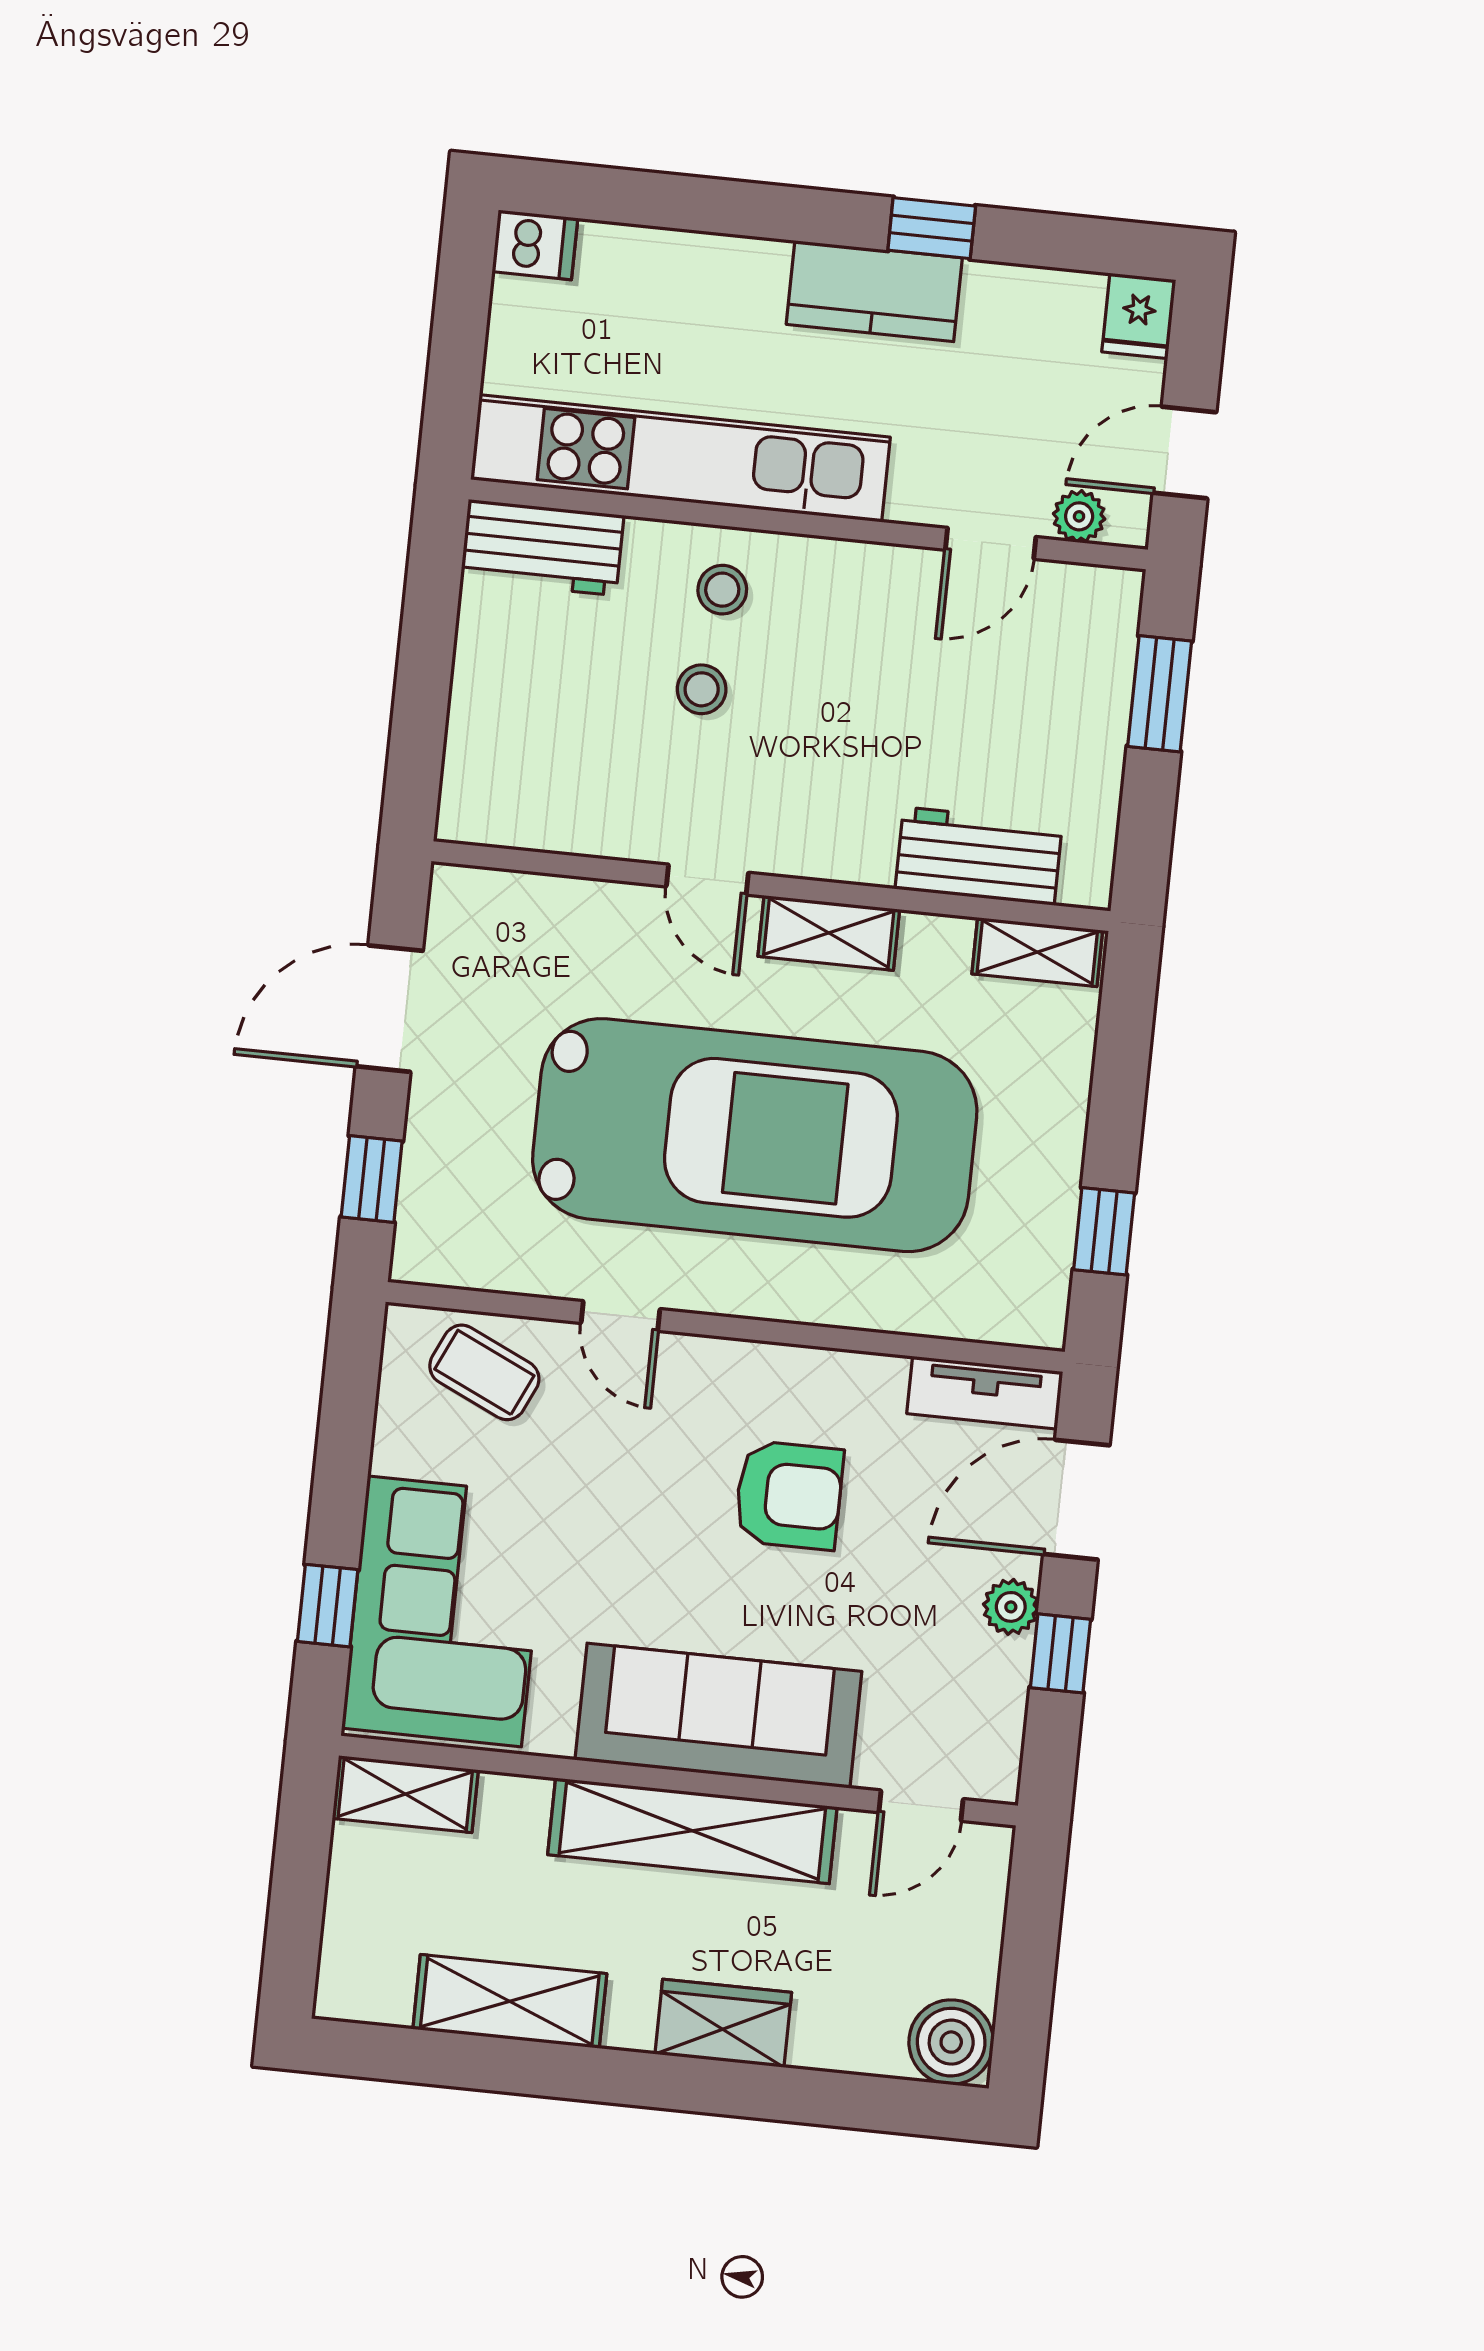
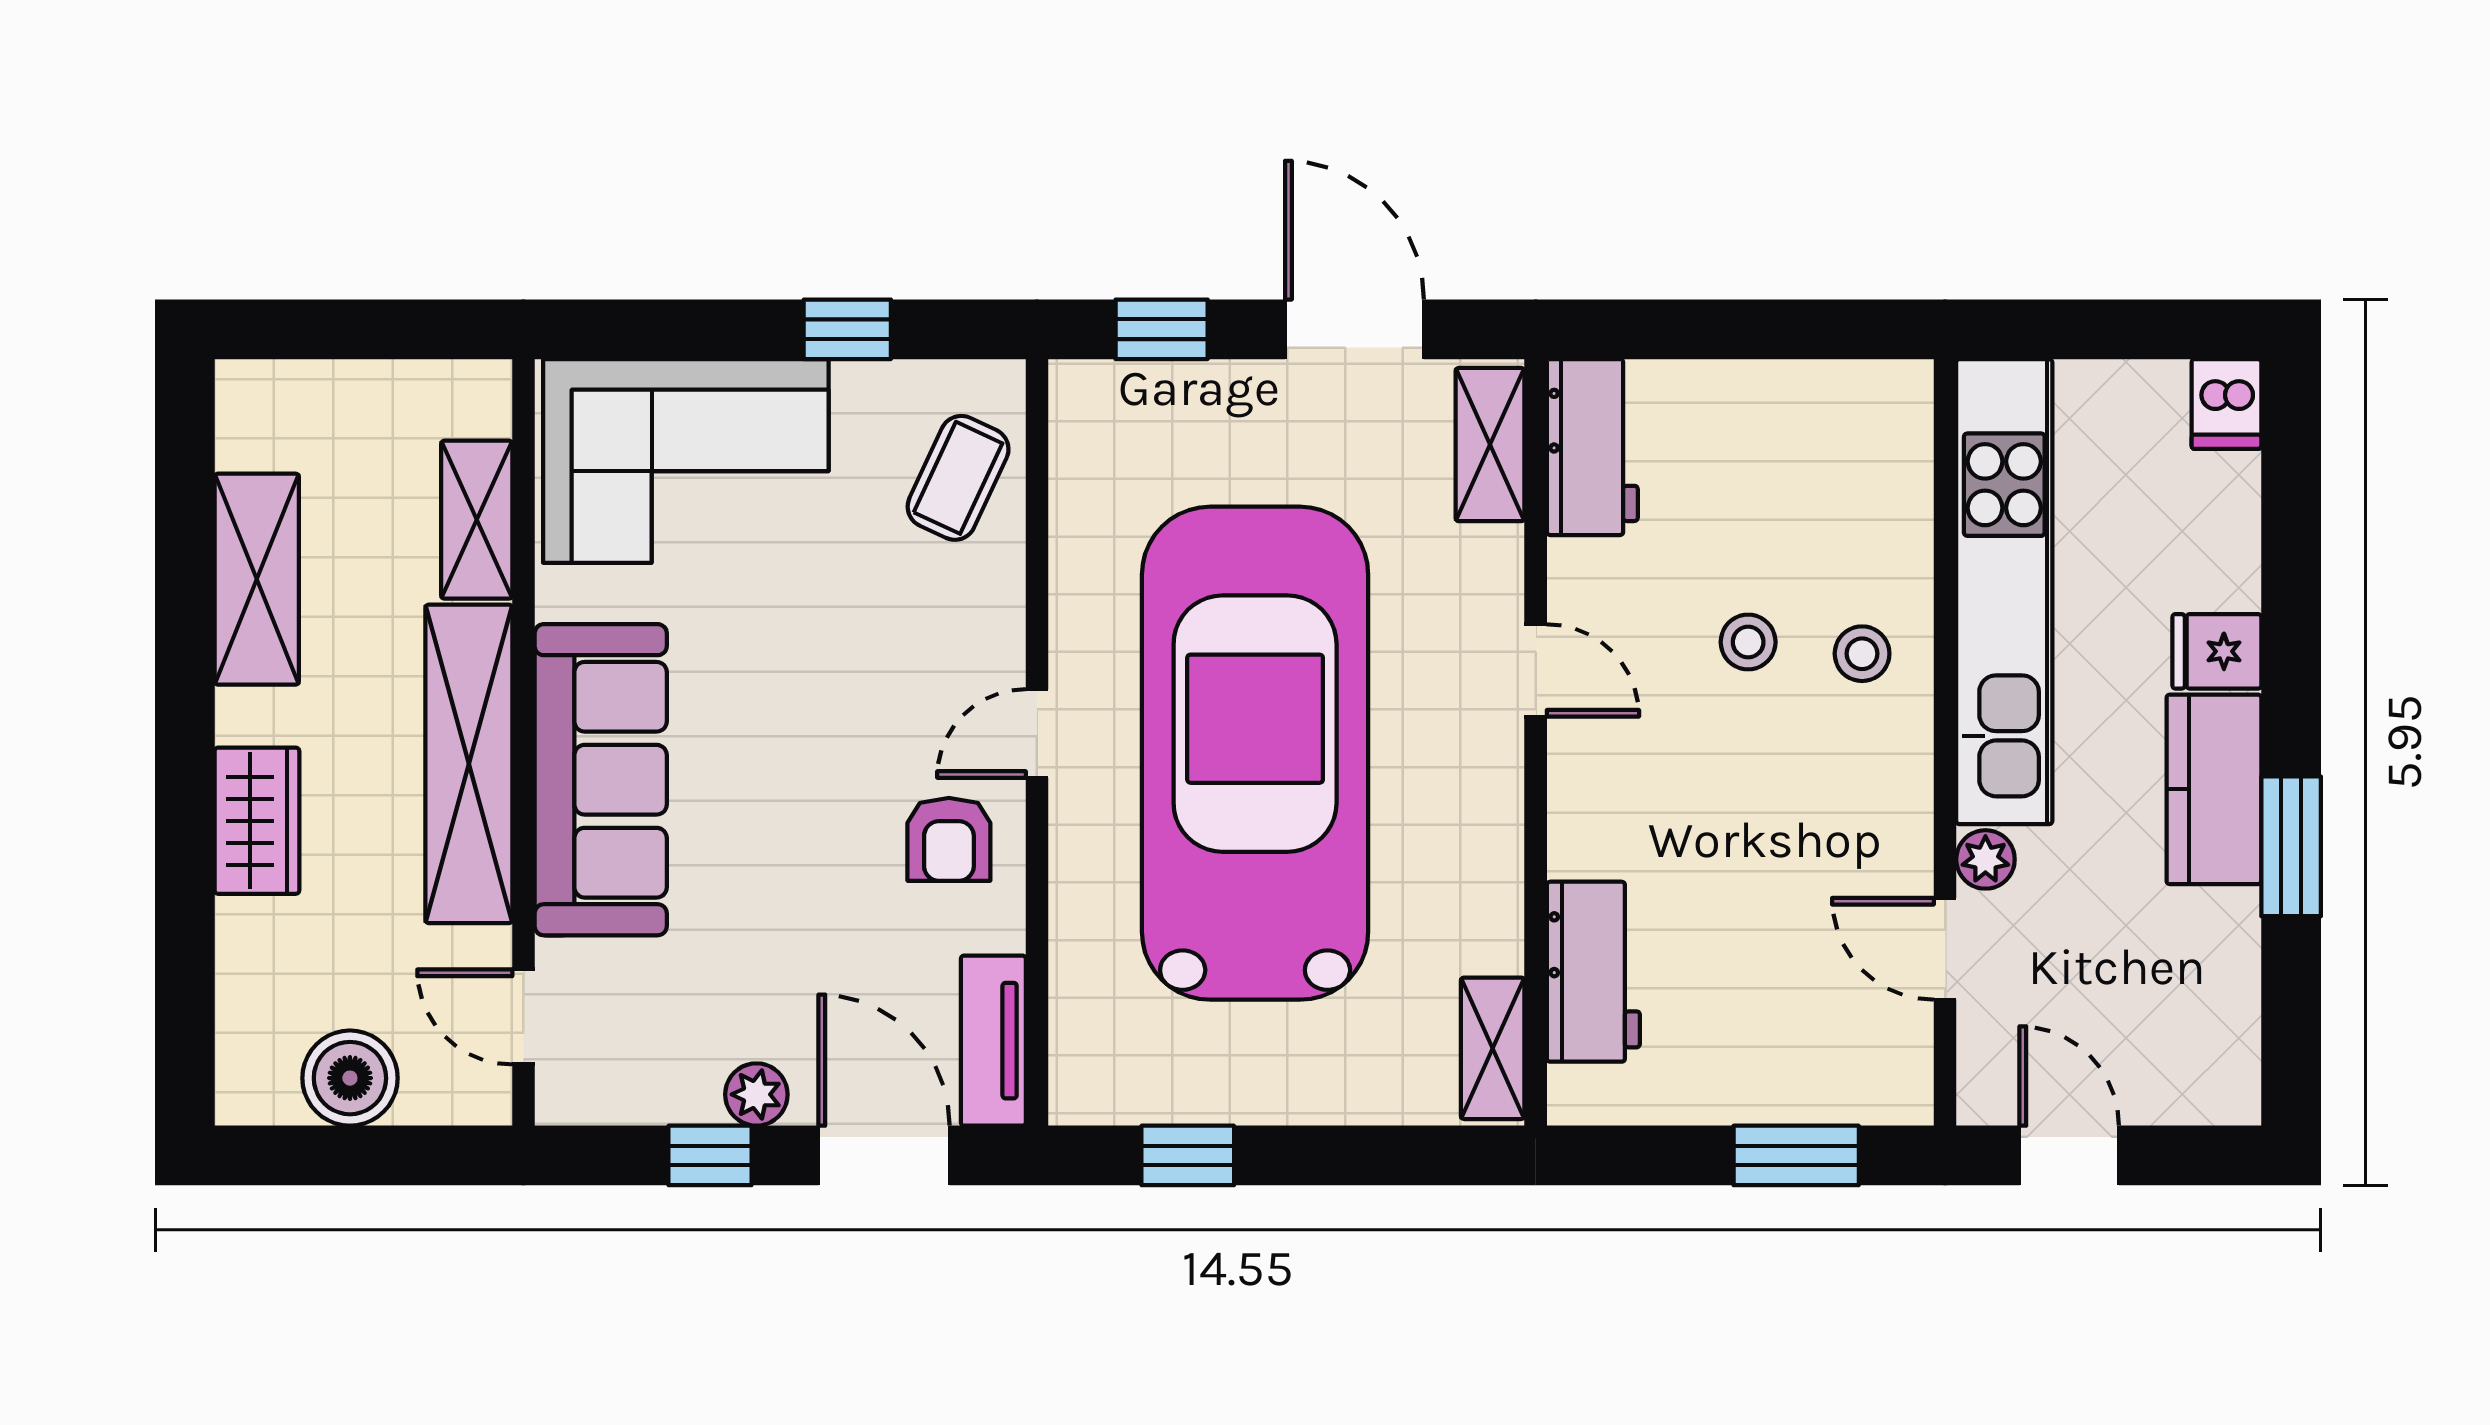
window: (932, 228) -> (2291, 846), width x1.50
fridge: (1139, 316) -> (2217, 651), moved
plant: (1079, 516) -> (1985, 859), moved
workbench: (542, 548) -> (1592, 447), moved, turned 180
door: (707, 880) -> (1536, 670), swing flipped
shelving: (829, 933) -> (1490, 445), moved
car: (755, 1135) -> (1255, 753), turned 180
door: (620, 1316) -> (1037, 734), moved
armchair: (789, 1495) -> (949, 839), moved, width x0.72, depth x0.72
window: (328, 1606) -> (847, 329), moved
shelving: (405, 1794) -> (477, 520), moved
boiler: (951, 2042) -> (350, 1078), moved

